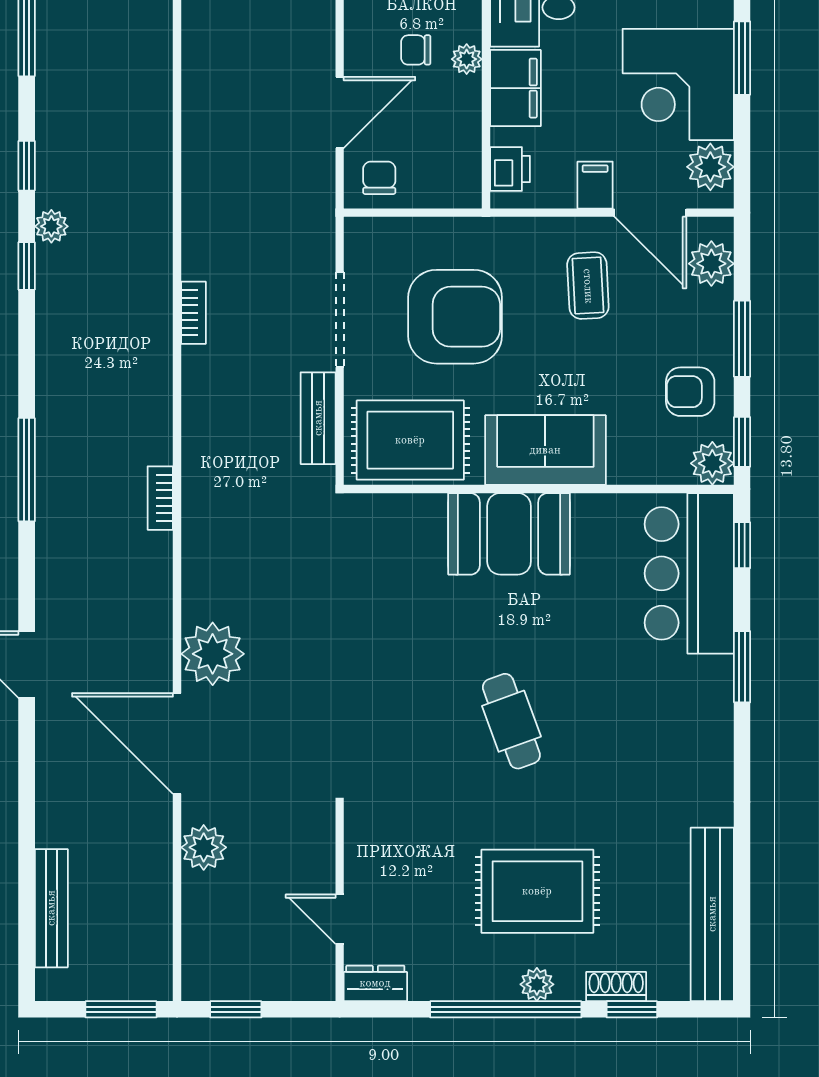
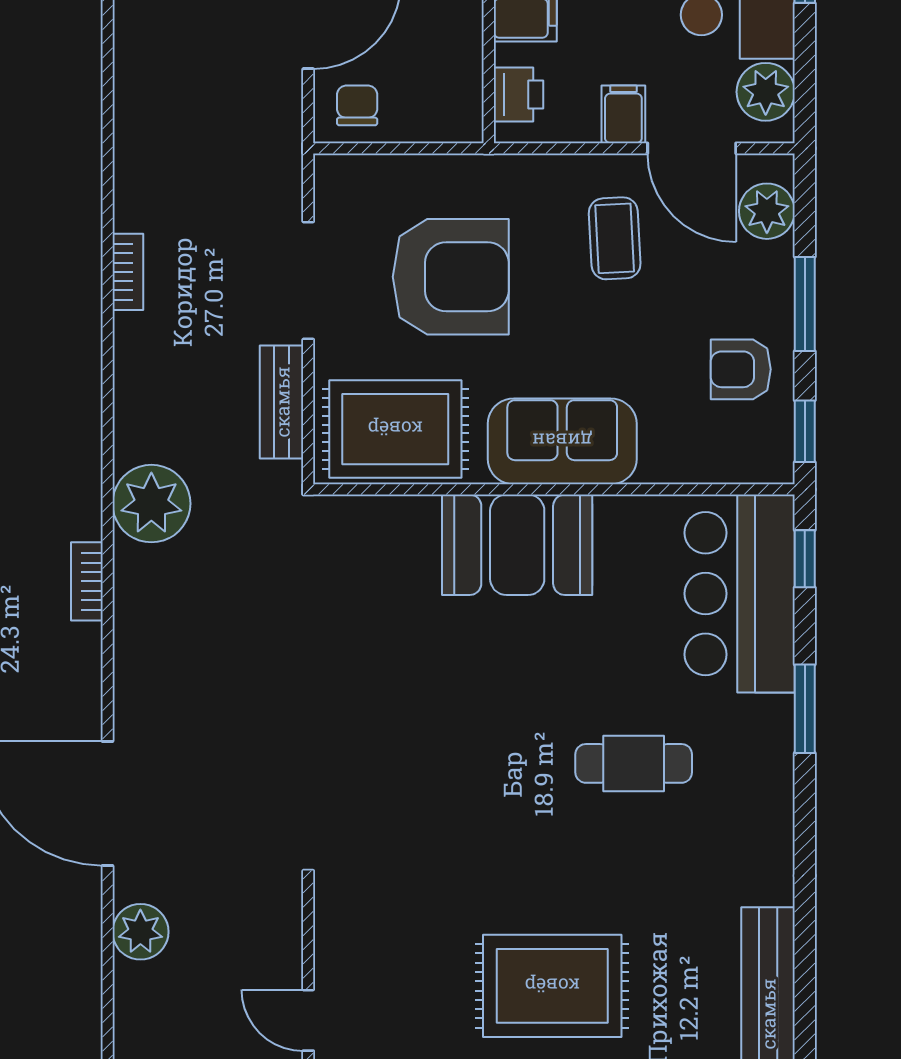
plant: (712, 463) -> (768, 458), removed
bookcase: (160, 498) -> (87, 581), moved
plant: (213, 654) -> (151, 504), moved
cafe table: (511, 721) -> (634, 763), moved, turned -70

